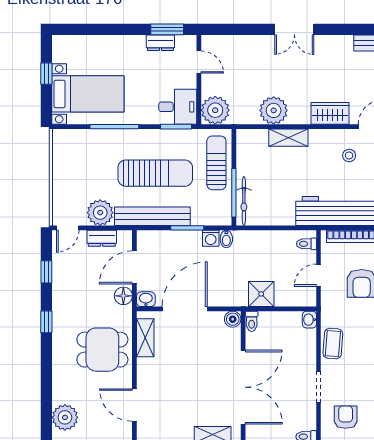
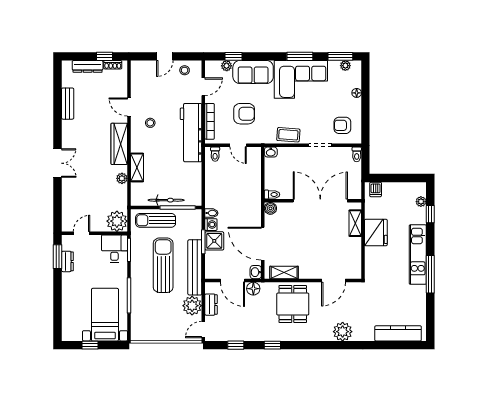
plant: (274, 110) -> (122, 178), width x0.53, depth x0.53
wardrobe: (330, 113) -> (119, 144), width x1.50
bicycle: (244, 201) -> (166, 200), moved
door: (68, 228) -> (203, 330), swing flipped
shower: (261, 294) -> (214, 241), moved

